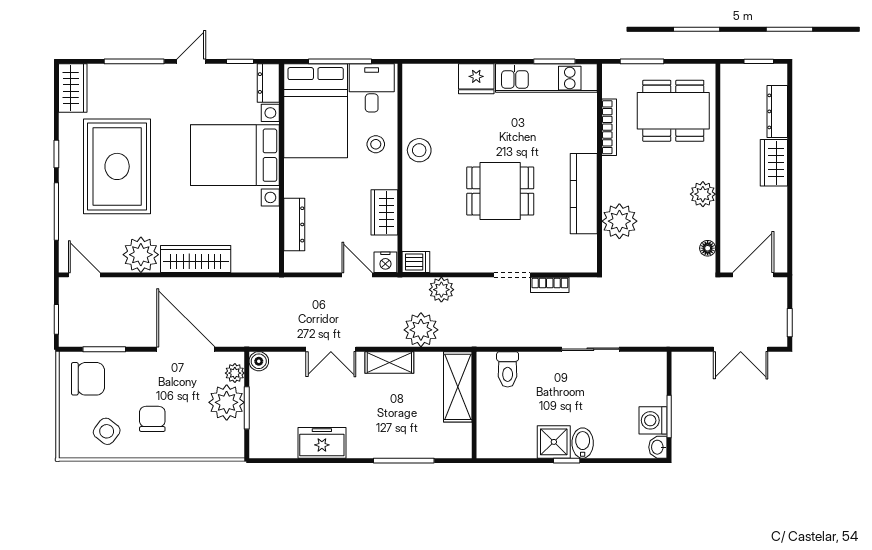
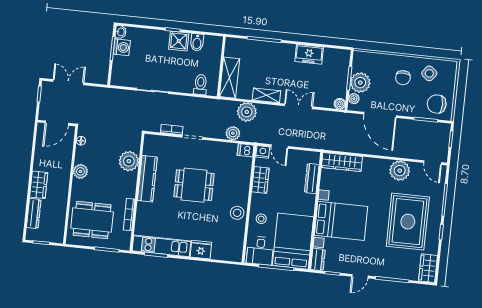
wardrobe: (196, 259) -> (342, 162), moved
bidet: (583, 443) -> (197, 42), moved

